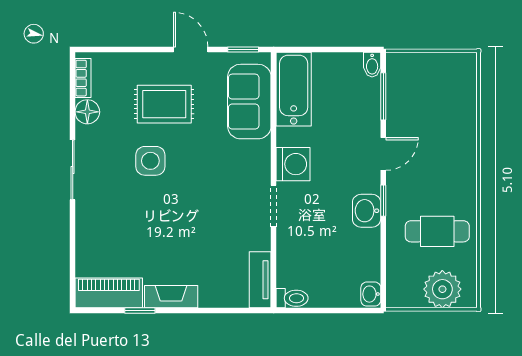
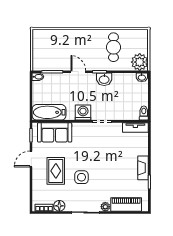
plant: (85, 213) -> (105, 207), added
plant: (442, 289) -> (140, 62), moved
piano: (109, 293) -> (126, 204), moved, turned 90

